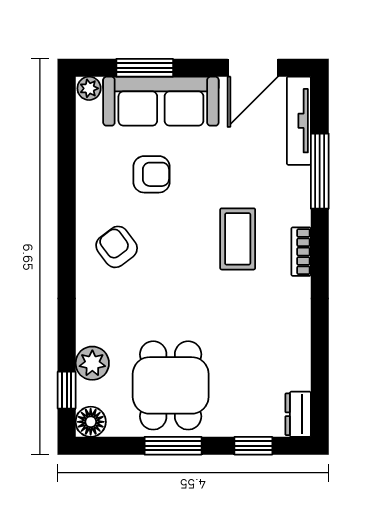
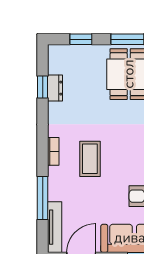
window: (320, 363) -> (43, 87), added
dresser: (298, 414) -> (55, 88), moved

